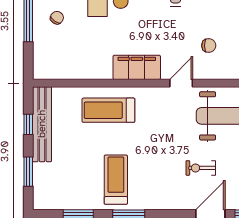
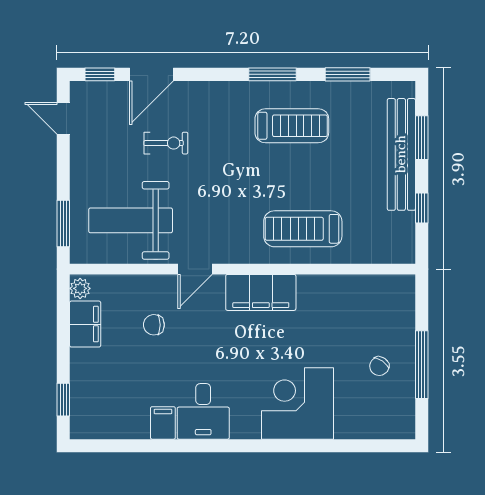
treadmill: (108, 110) -> (303, 229), turned 180
bench: (42, 124) -> (401, 154), moved
treadmill: (116, 180) -> (292, 126), turned -90

